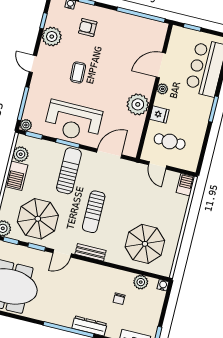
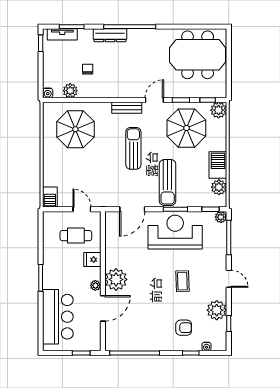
plant: (138, 104) -> (116, 279), moved

